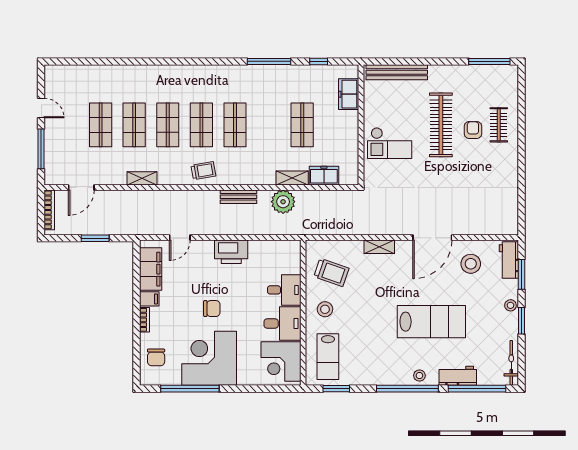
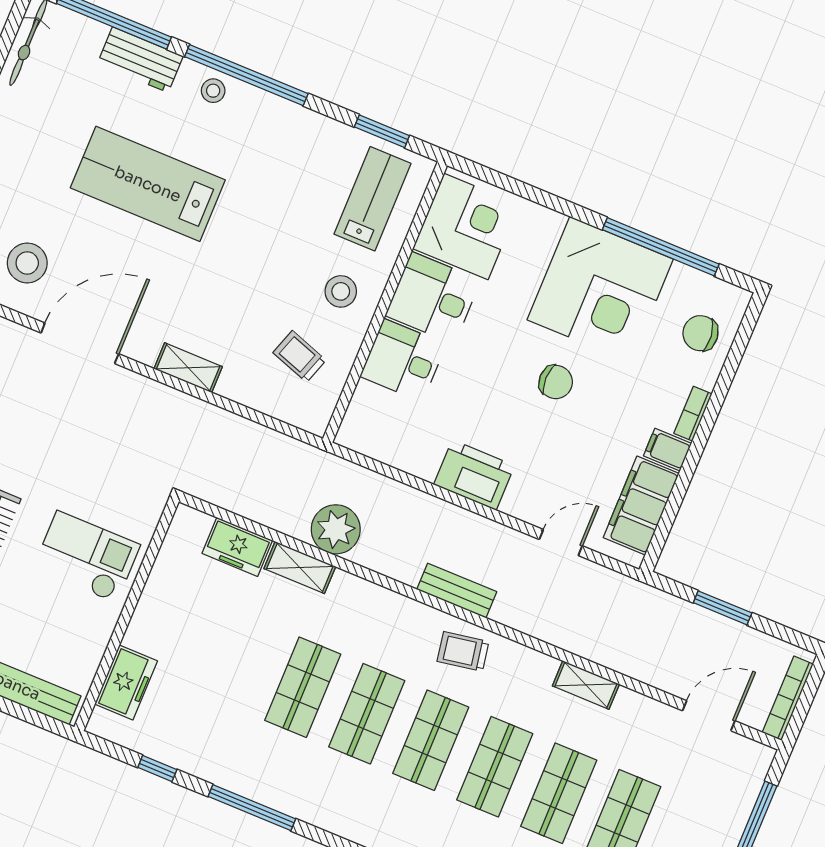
shop shelf: (302, 125) -> (303, 687), moved
bench: (239, 197) -> (457, 591), moved
trolley: (331, 272) -> (300, 356), width x0.73, depth x0.72
chair: (212, 309) -> (556, 382), turned 180
chair: (156, 357) -> (700, 333), turned -97

